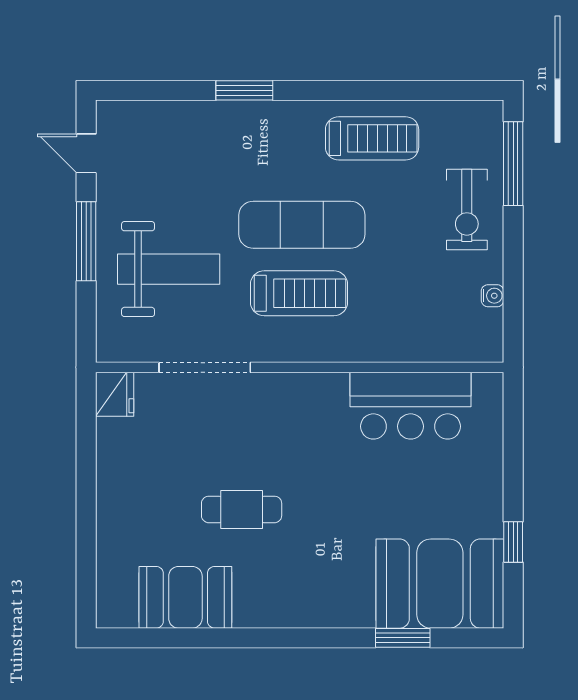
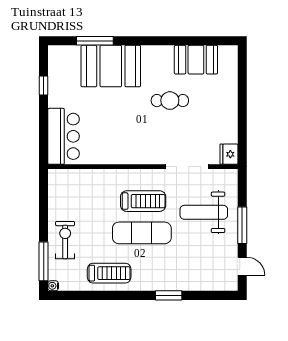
treadmill: (372, 138) -> (109, 273), turned 180
treadmill: (299, 293) -> (143, 201), turned 180
water cooler: (493, 296) -> (53, 286), moved
bar counter: (411, 406) -> (64, 136), moved, turned 90
booth: (440, 584) -> (111, 66), moved
window: (403, 638) -> (95, 41), width x1.44

